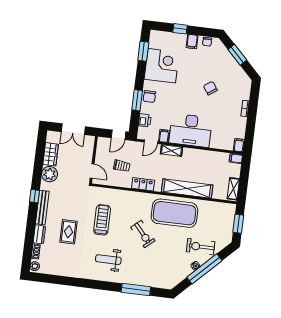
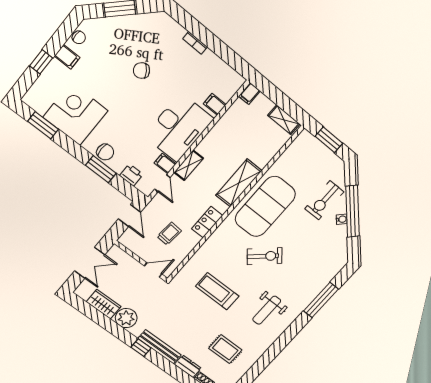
filing cabinet: (239, 145) -> (215, 104), moved
shelving: (187, 188) -> (239, 183), width x0.68
rug: (69, 232) -> (225, 349), moved

